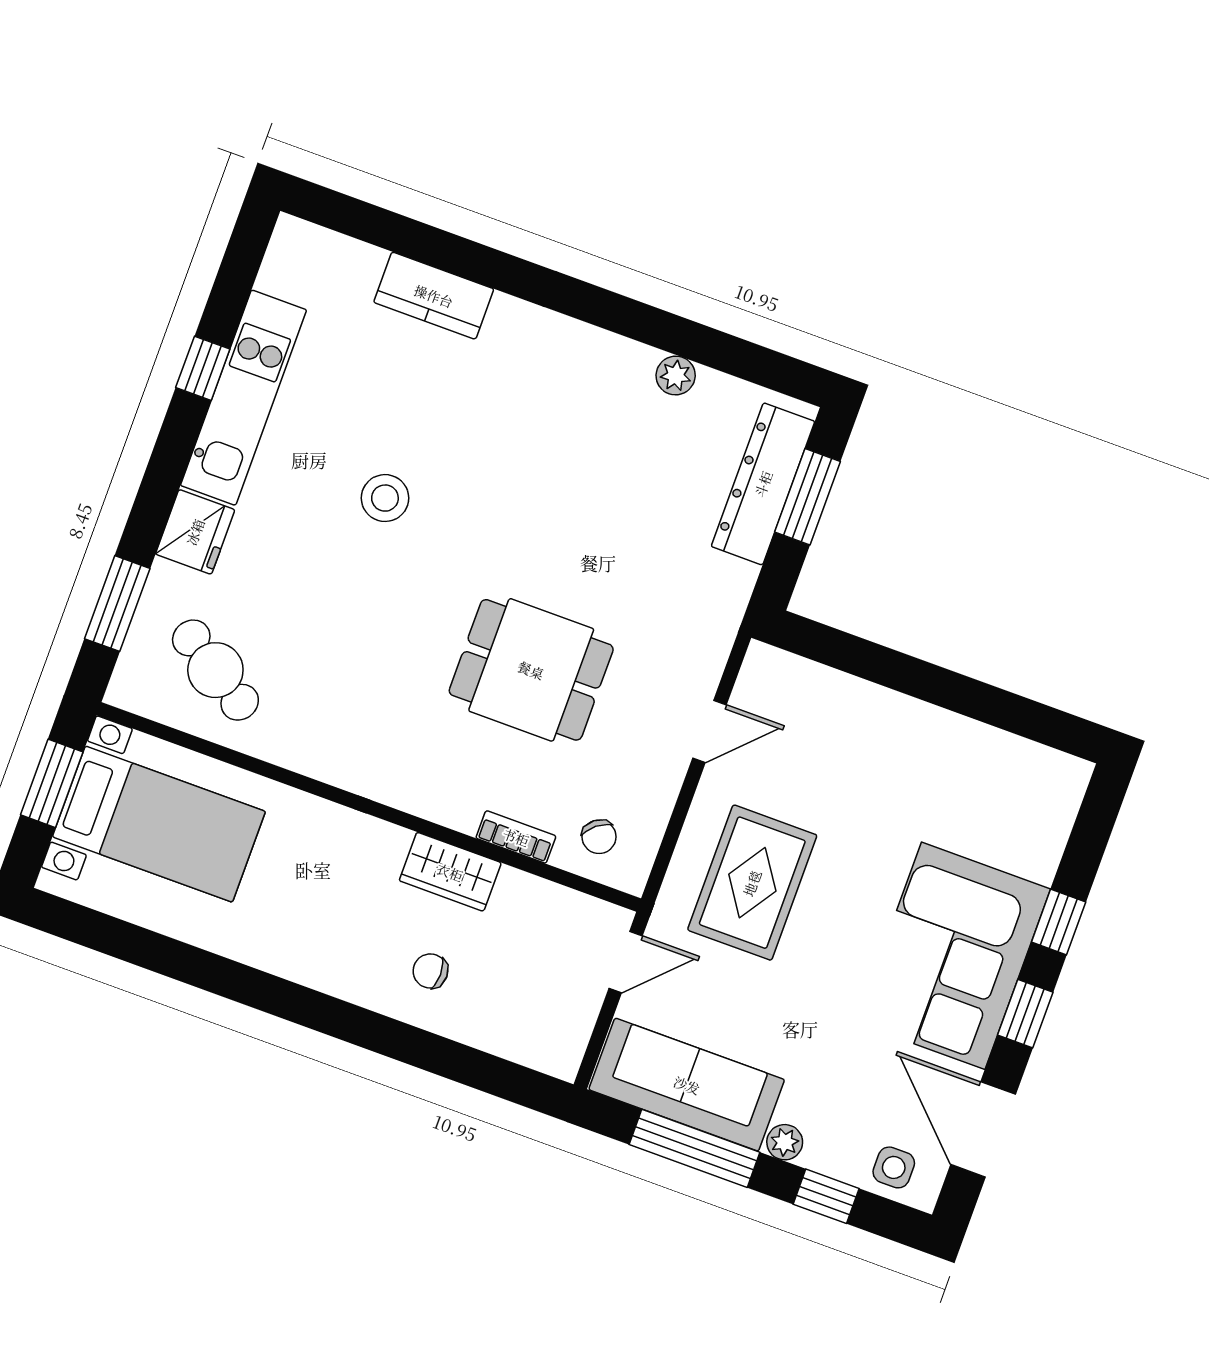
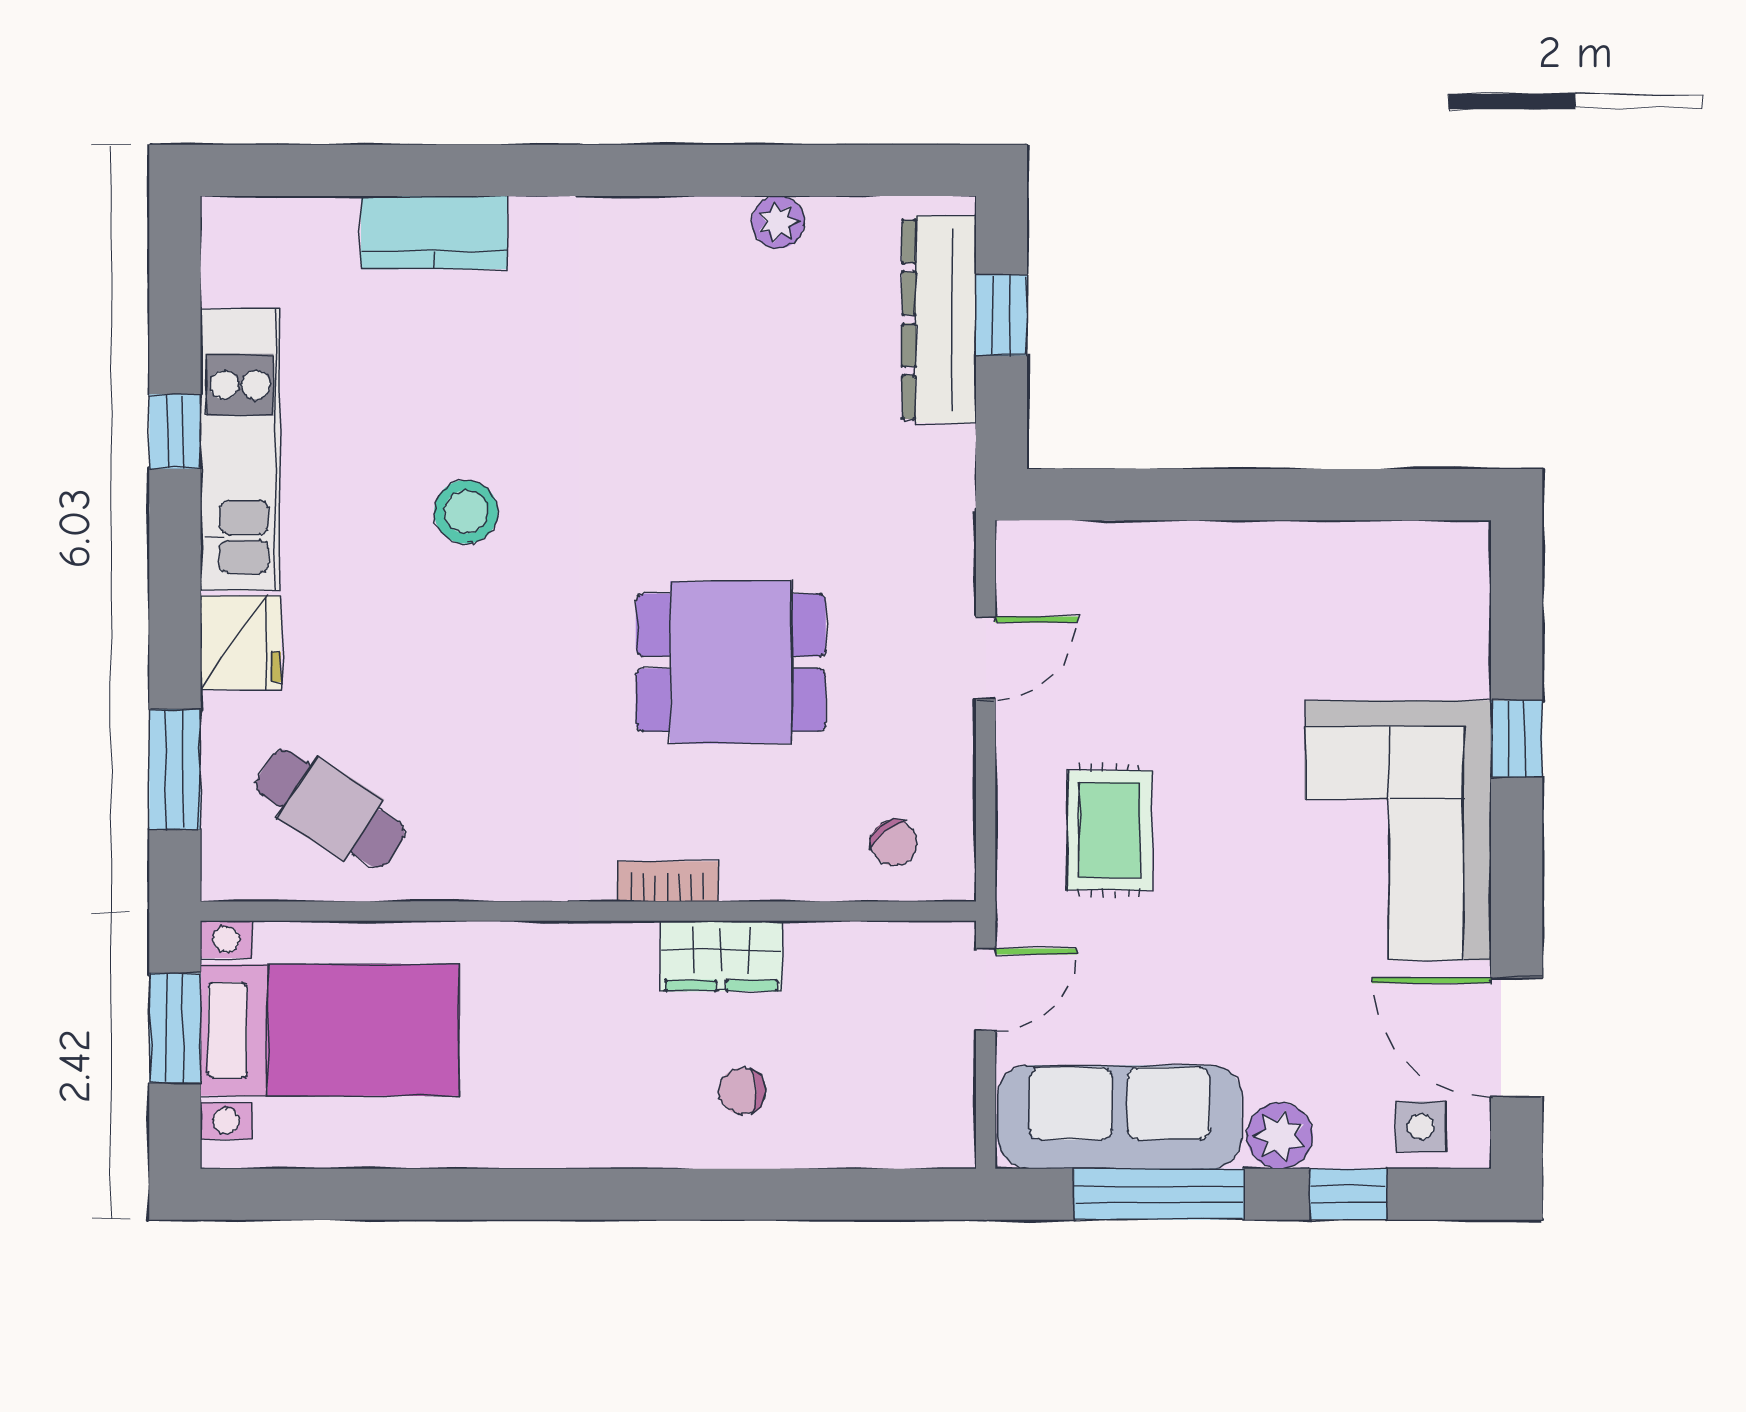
window: (807, 497) -> (1002, 315), width x0.67
bookcase: (516, 837) -> (668, 881), moved
rug: (752, 883) -> (1110, 830), width x0.73, depth x0.70
window: (1025, 1014) -> (1517, 870), removed
plant: (785, 1142) -> (1280, 1136), width x1.38, depth x1.38

